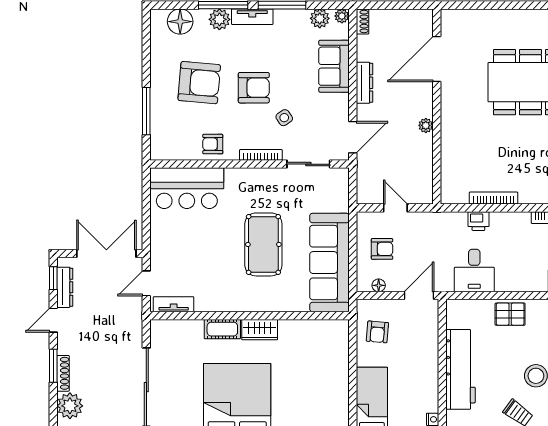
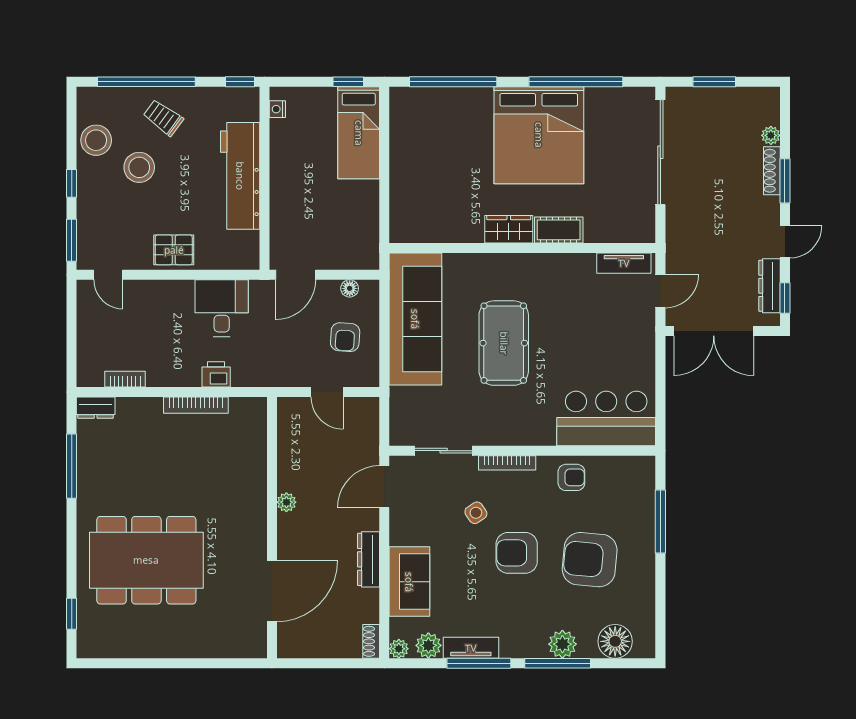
tv unit: (252, 17) -> (471, 648), moved
armchair: (382, 249) -> (345, 337), turned -86
armchair: (377, 332) -> (351, 226), removed
plant: (70, 406) -> (771, 135), width x0.53, depth x0.53

